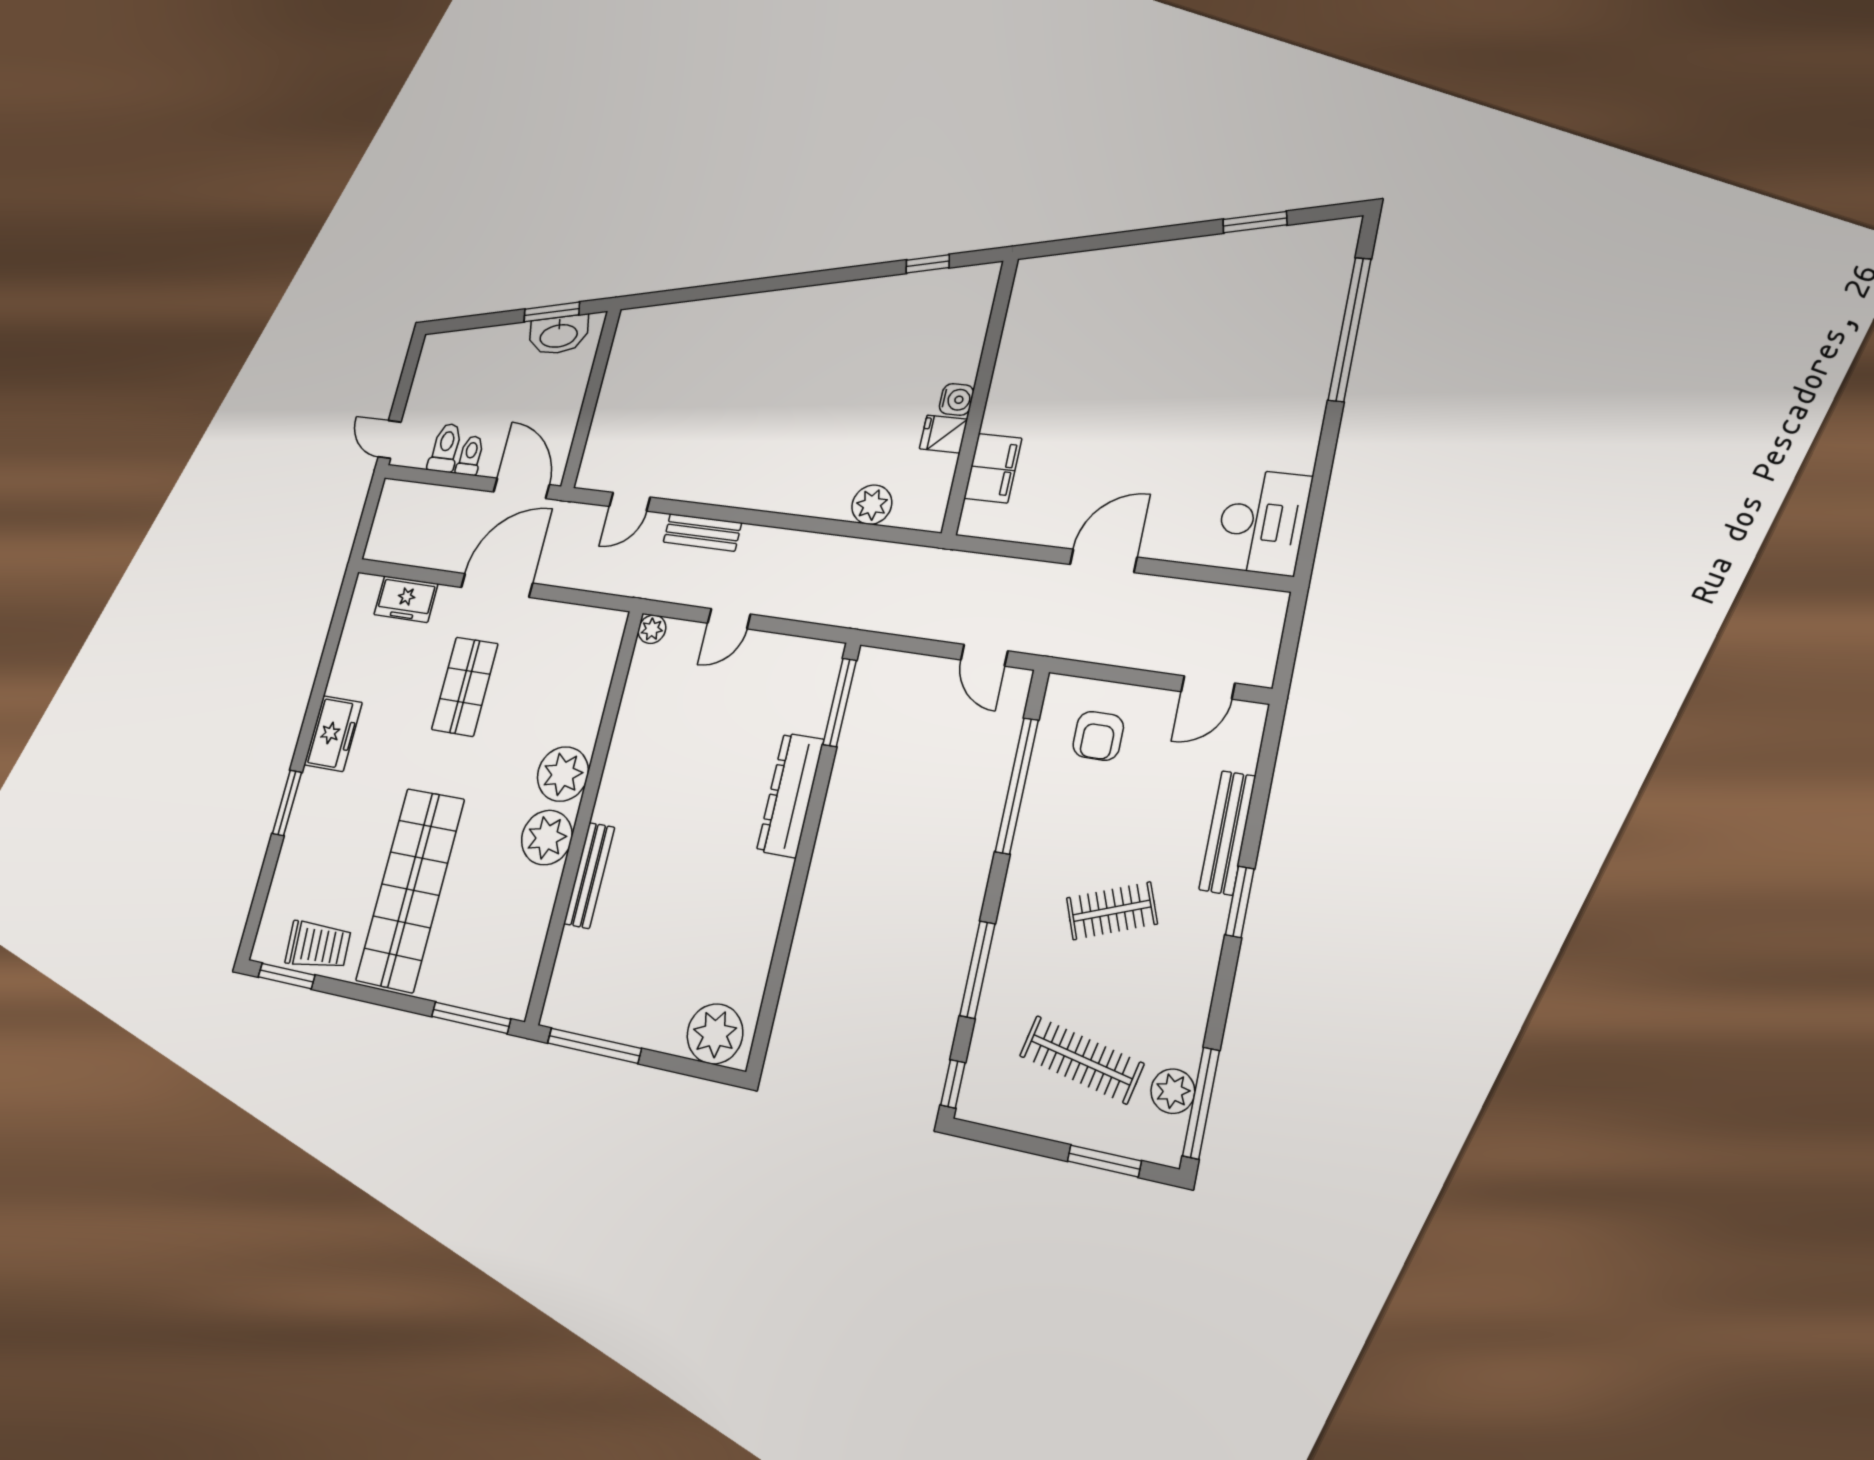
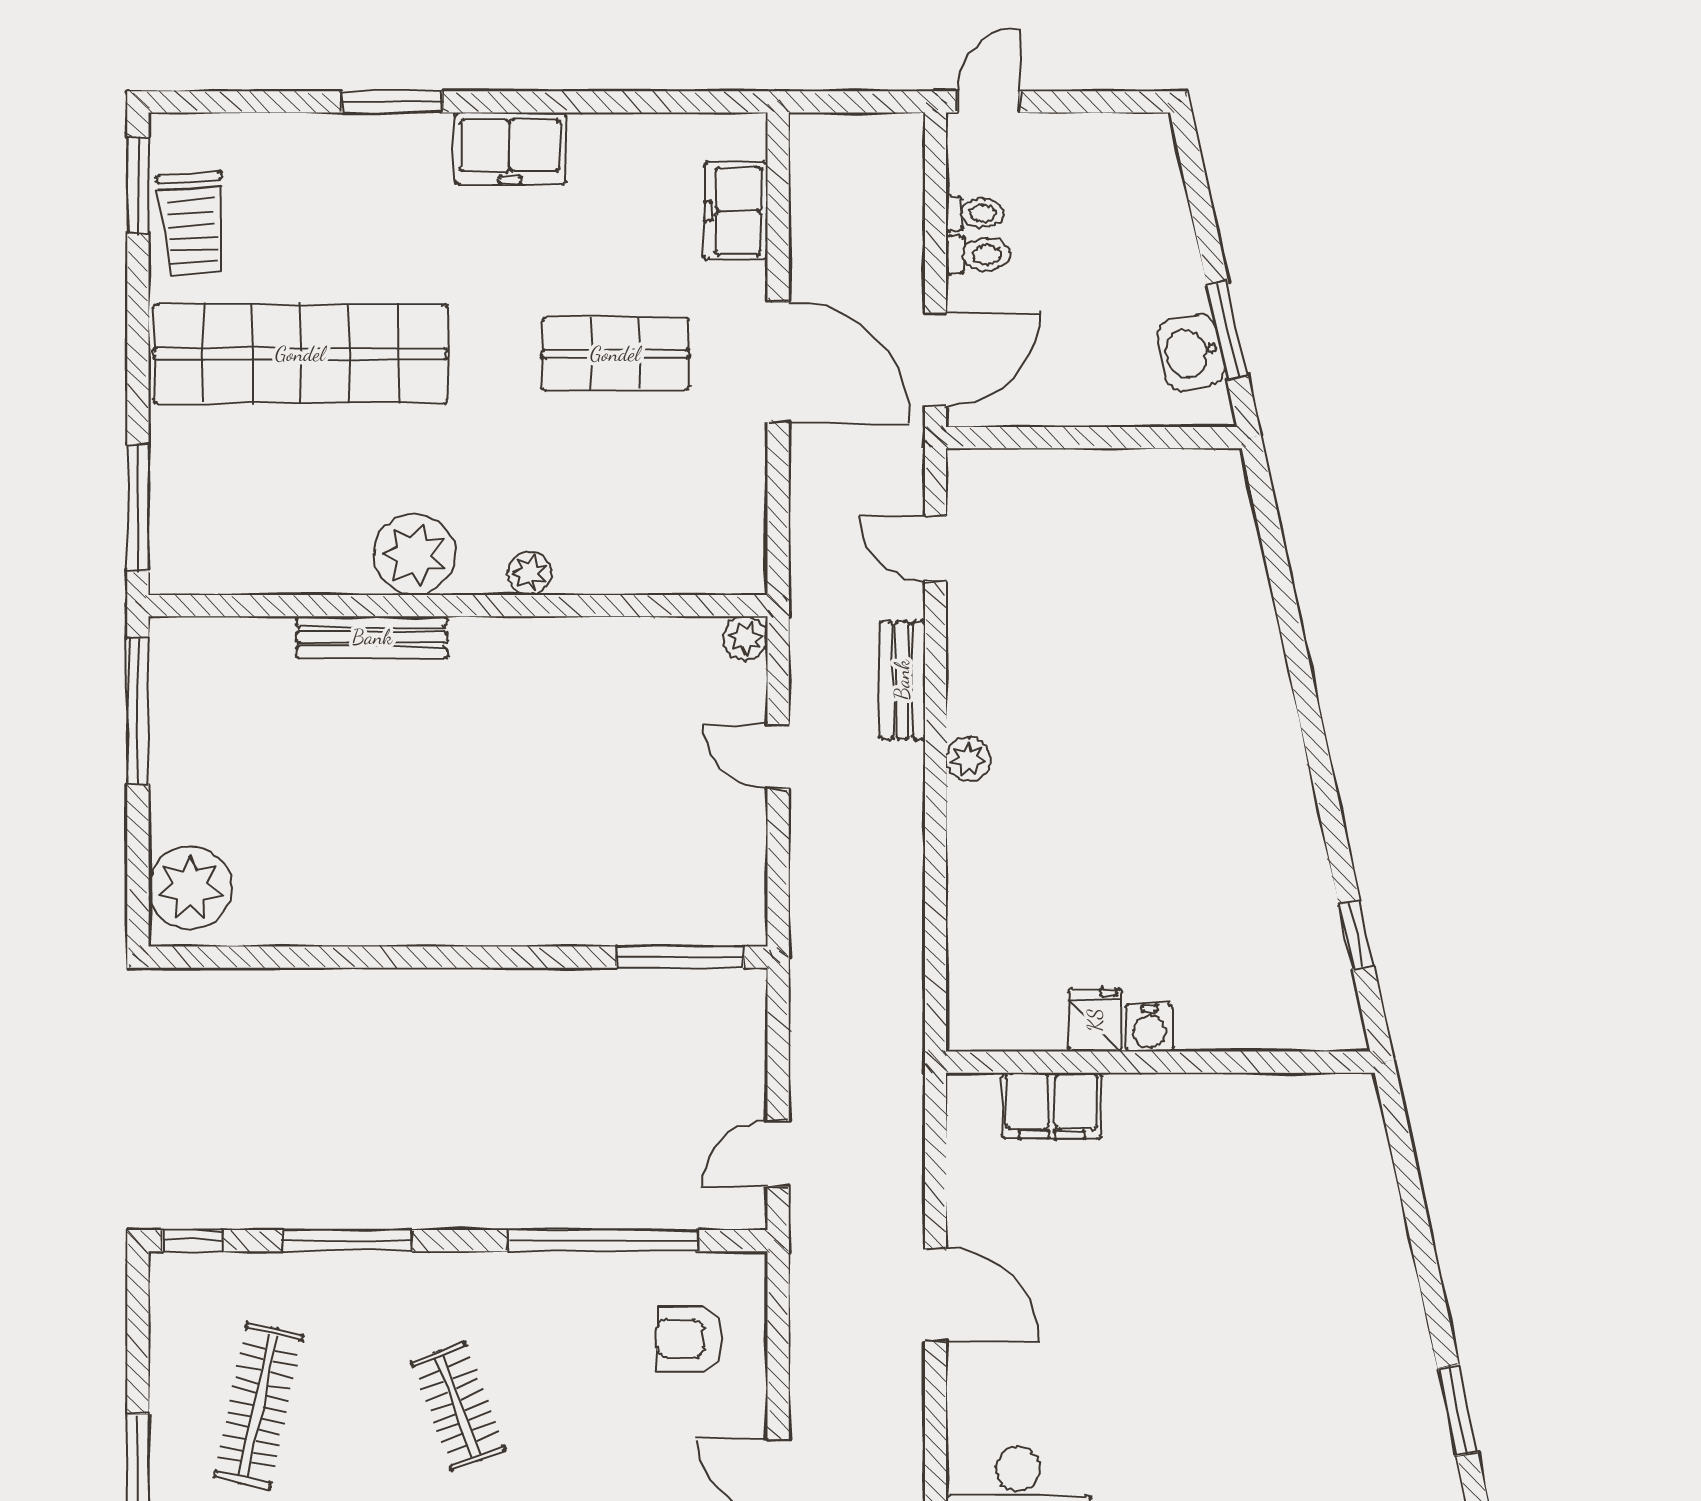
washbasin: (559, 335) -> (1190, 353), width x0.72
toilet: (445, 448) -> (975, 213), width x0.73, depth x0.72
plant: (872, 505) -> (968, 759), moved, width x0.73, depth x0.73
plant: (563, 774) -> (529, 573), width x0.53, depth x0.53
dresser: (790, 795) -> (537, 916), removed

